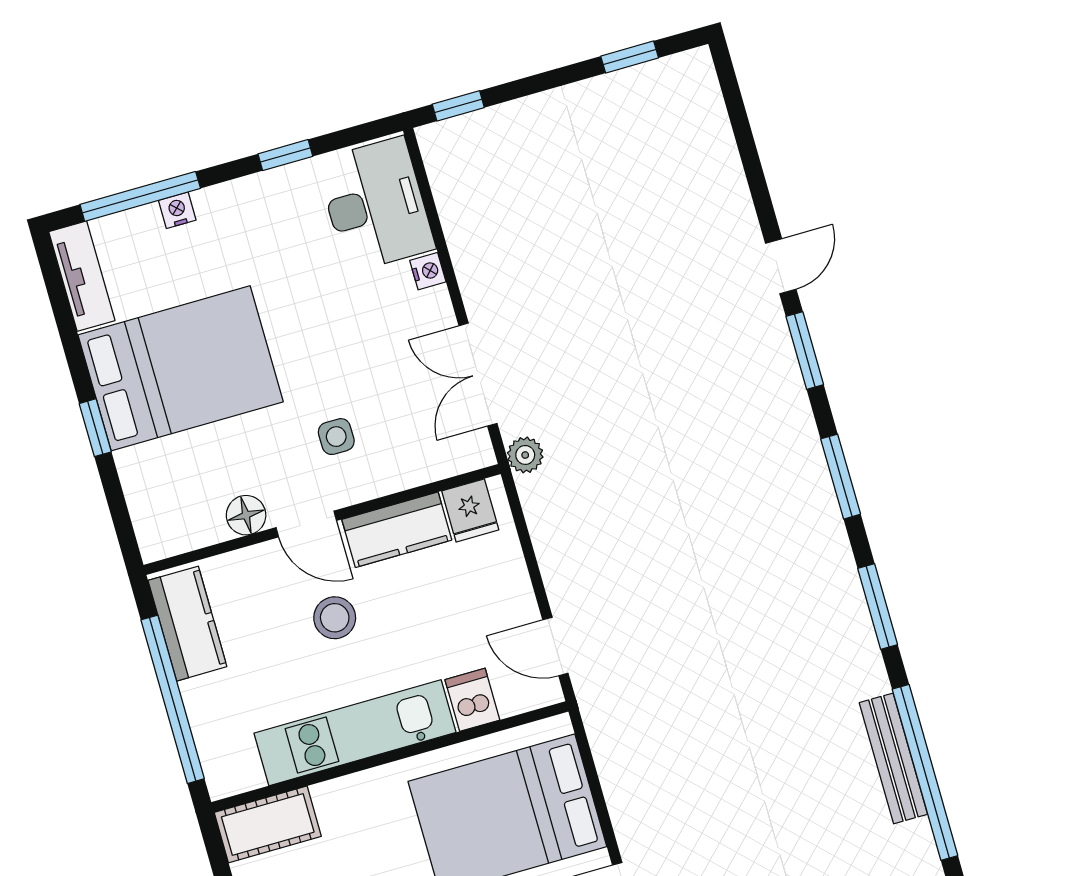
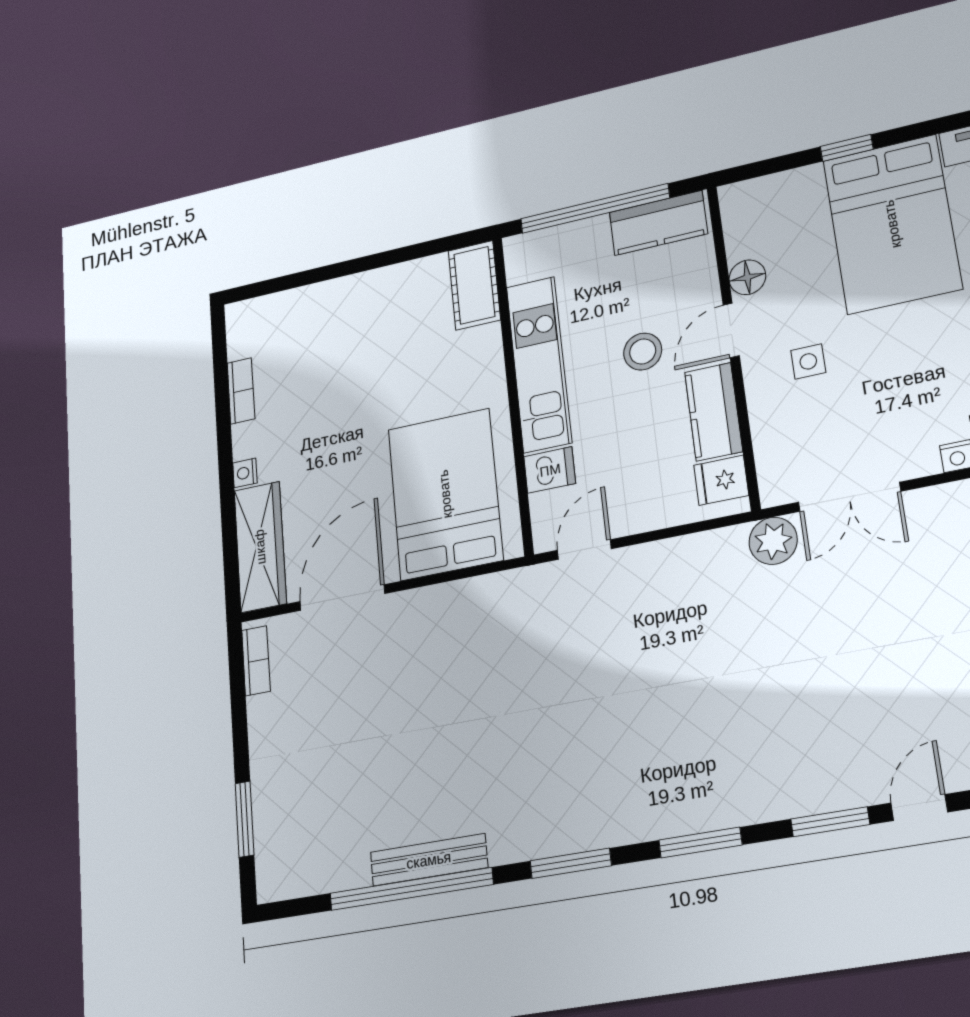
door: (781, 266) -> (919, 807), swing flipped
double door: (478, 375) -> (849, 497), swing flipped
plant: (525, 455) -> (773, 541), width x1.38, depth x1.38

